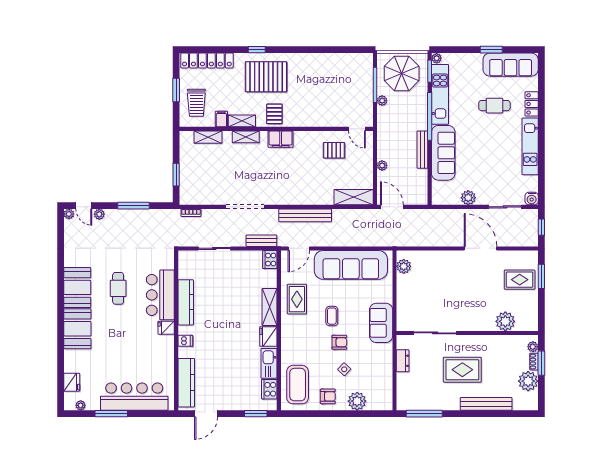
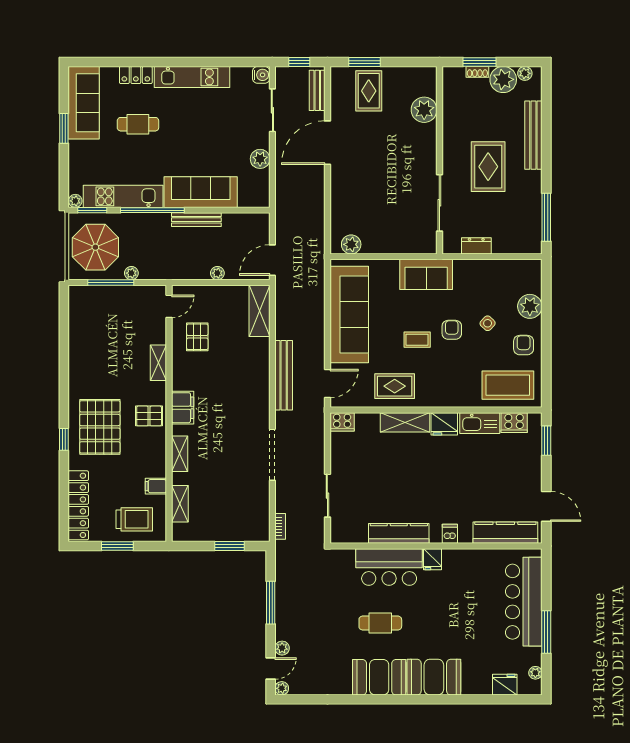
cafe table: (494, 106) -> (138, 124), turned 90
shelving: (242, 121) -> (158, 363), moved
bench: (261, 241) -> (317, 90), moved
door: (299, 248) -> (327, 384), hinge flipped
plant: (533, 347) -> (525, 73), moved

